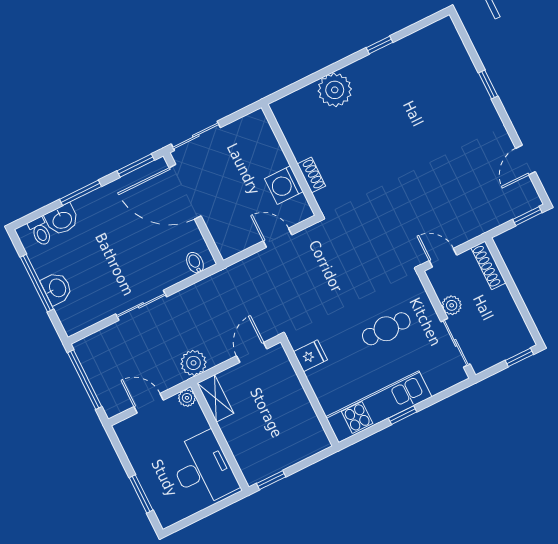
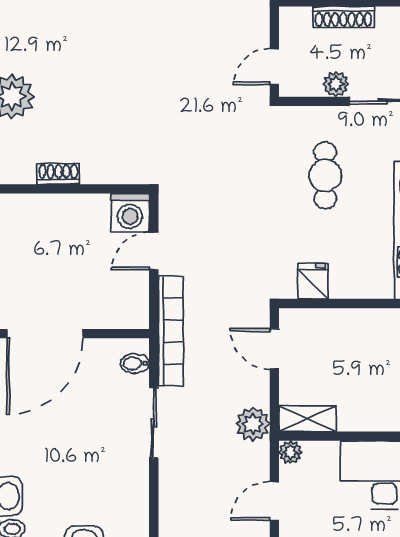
shoe rack: (311, 175) -> (58, 174), moved
washing machine: (284, 185) -> (130, 213), moved
shoe rack: (489, 265) -> (343, 17), moved
bookcase: (229, 276) -> (171, 331), added
sliding door: (141, 305) -> (154, 423), moved

